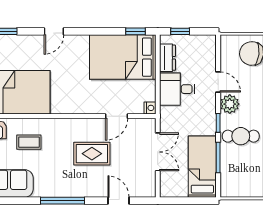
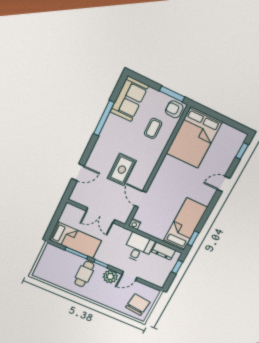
door: (54, 31) -> (224, 184), hinge flipped
bed: (123, 57) -> (185, 224), width x0.67
window: (63, 201) -> (104, 118), moved

